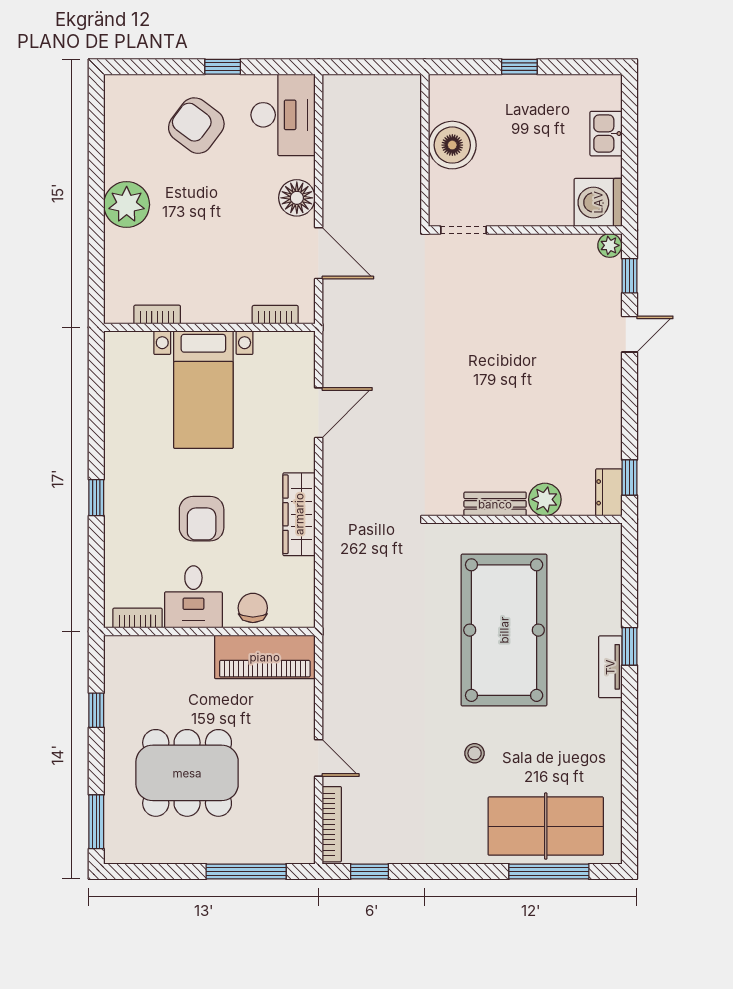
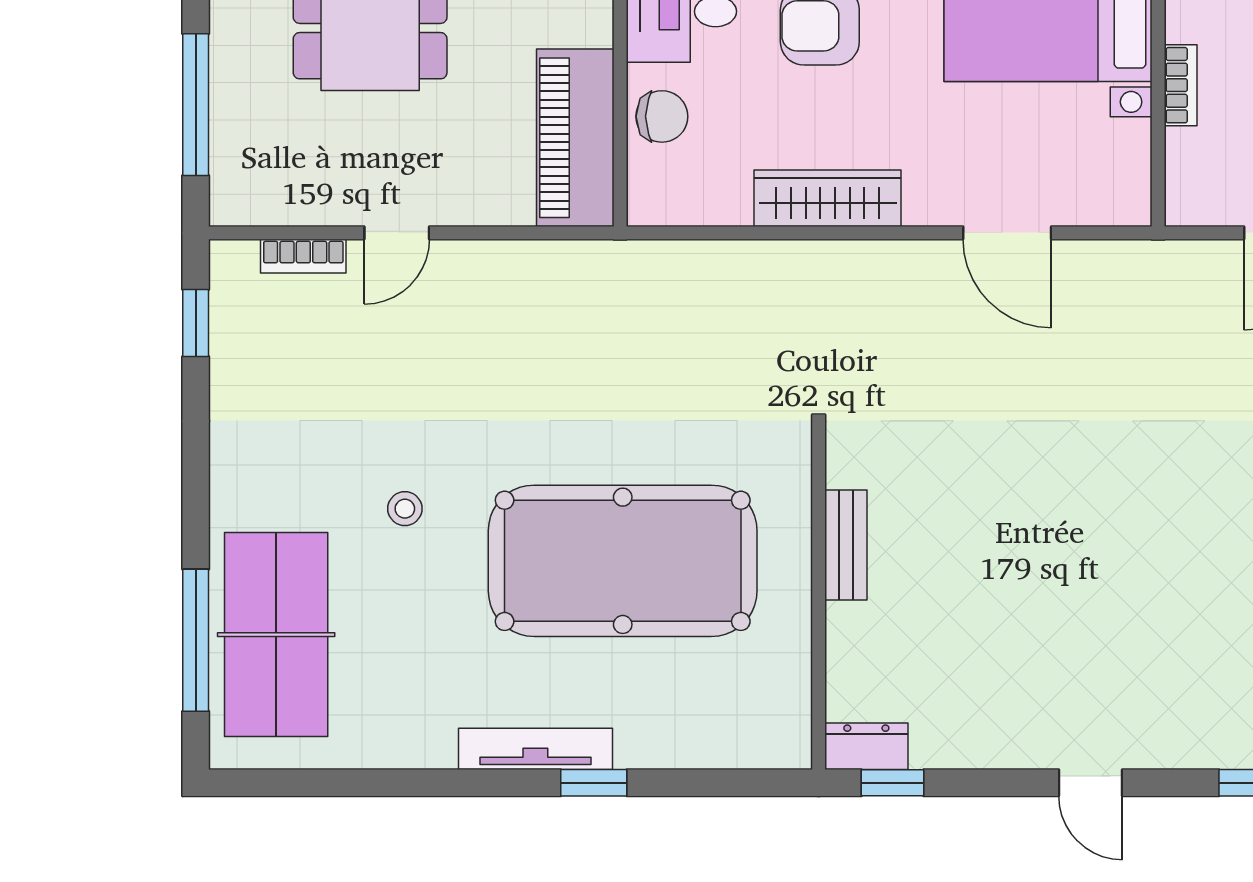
bookcase: (275, 315) -> (1181, 85), moved
door: (630, 334) -> (1090, 783), moved
plant: (545, 499) -> (854, 633), removed
tv unit: (610, 667) -> (535, 749), width x1.41
bookcase: (332, 824) -> (303, 256), width x0.64

